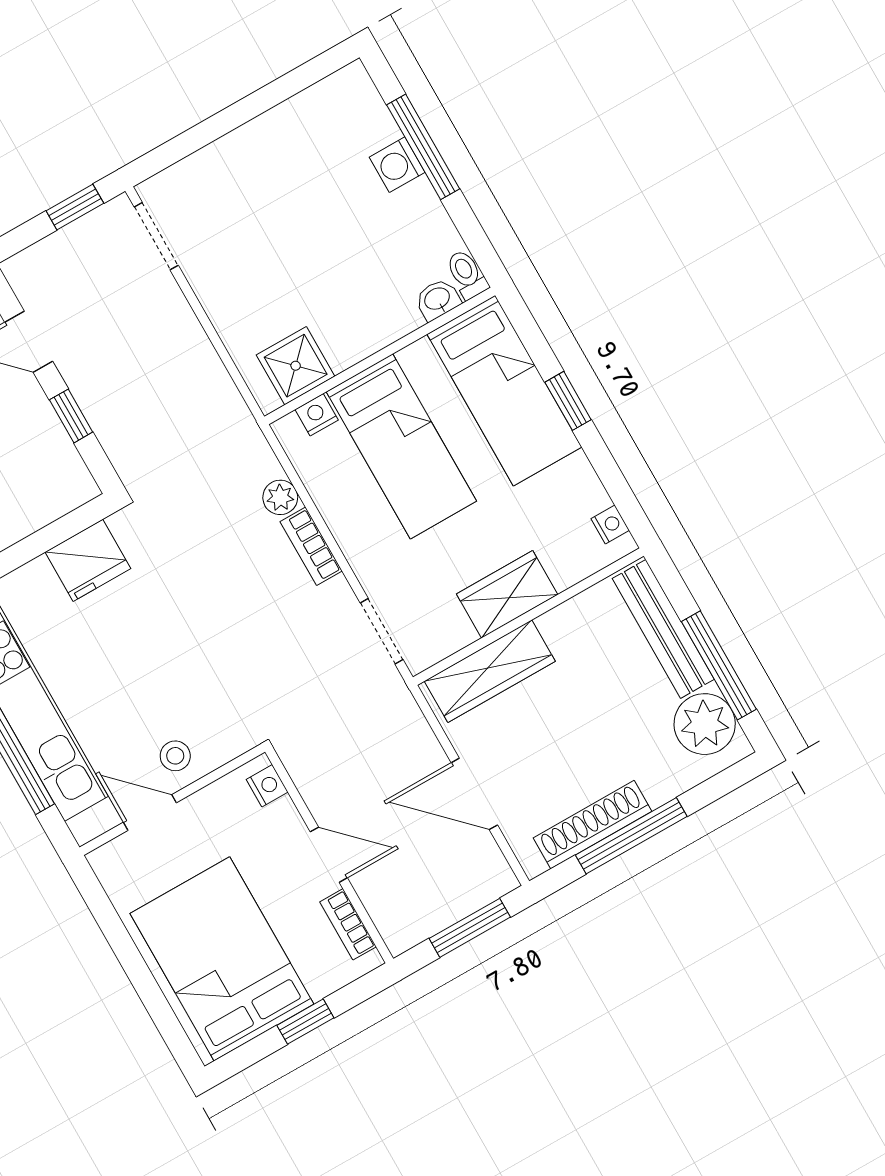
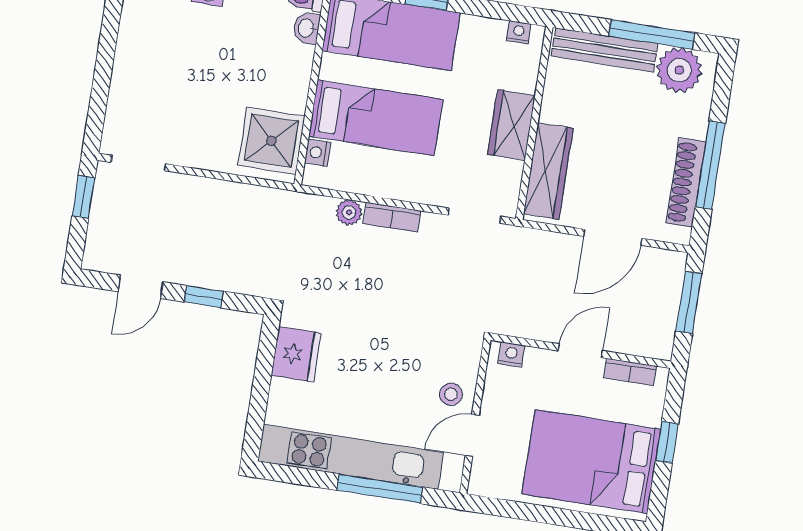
shower: (296, 366) -> (271, 141), width x1.36, depth x1.36

